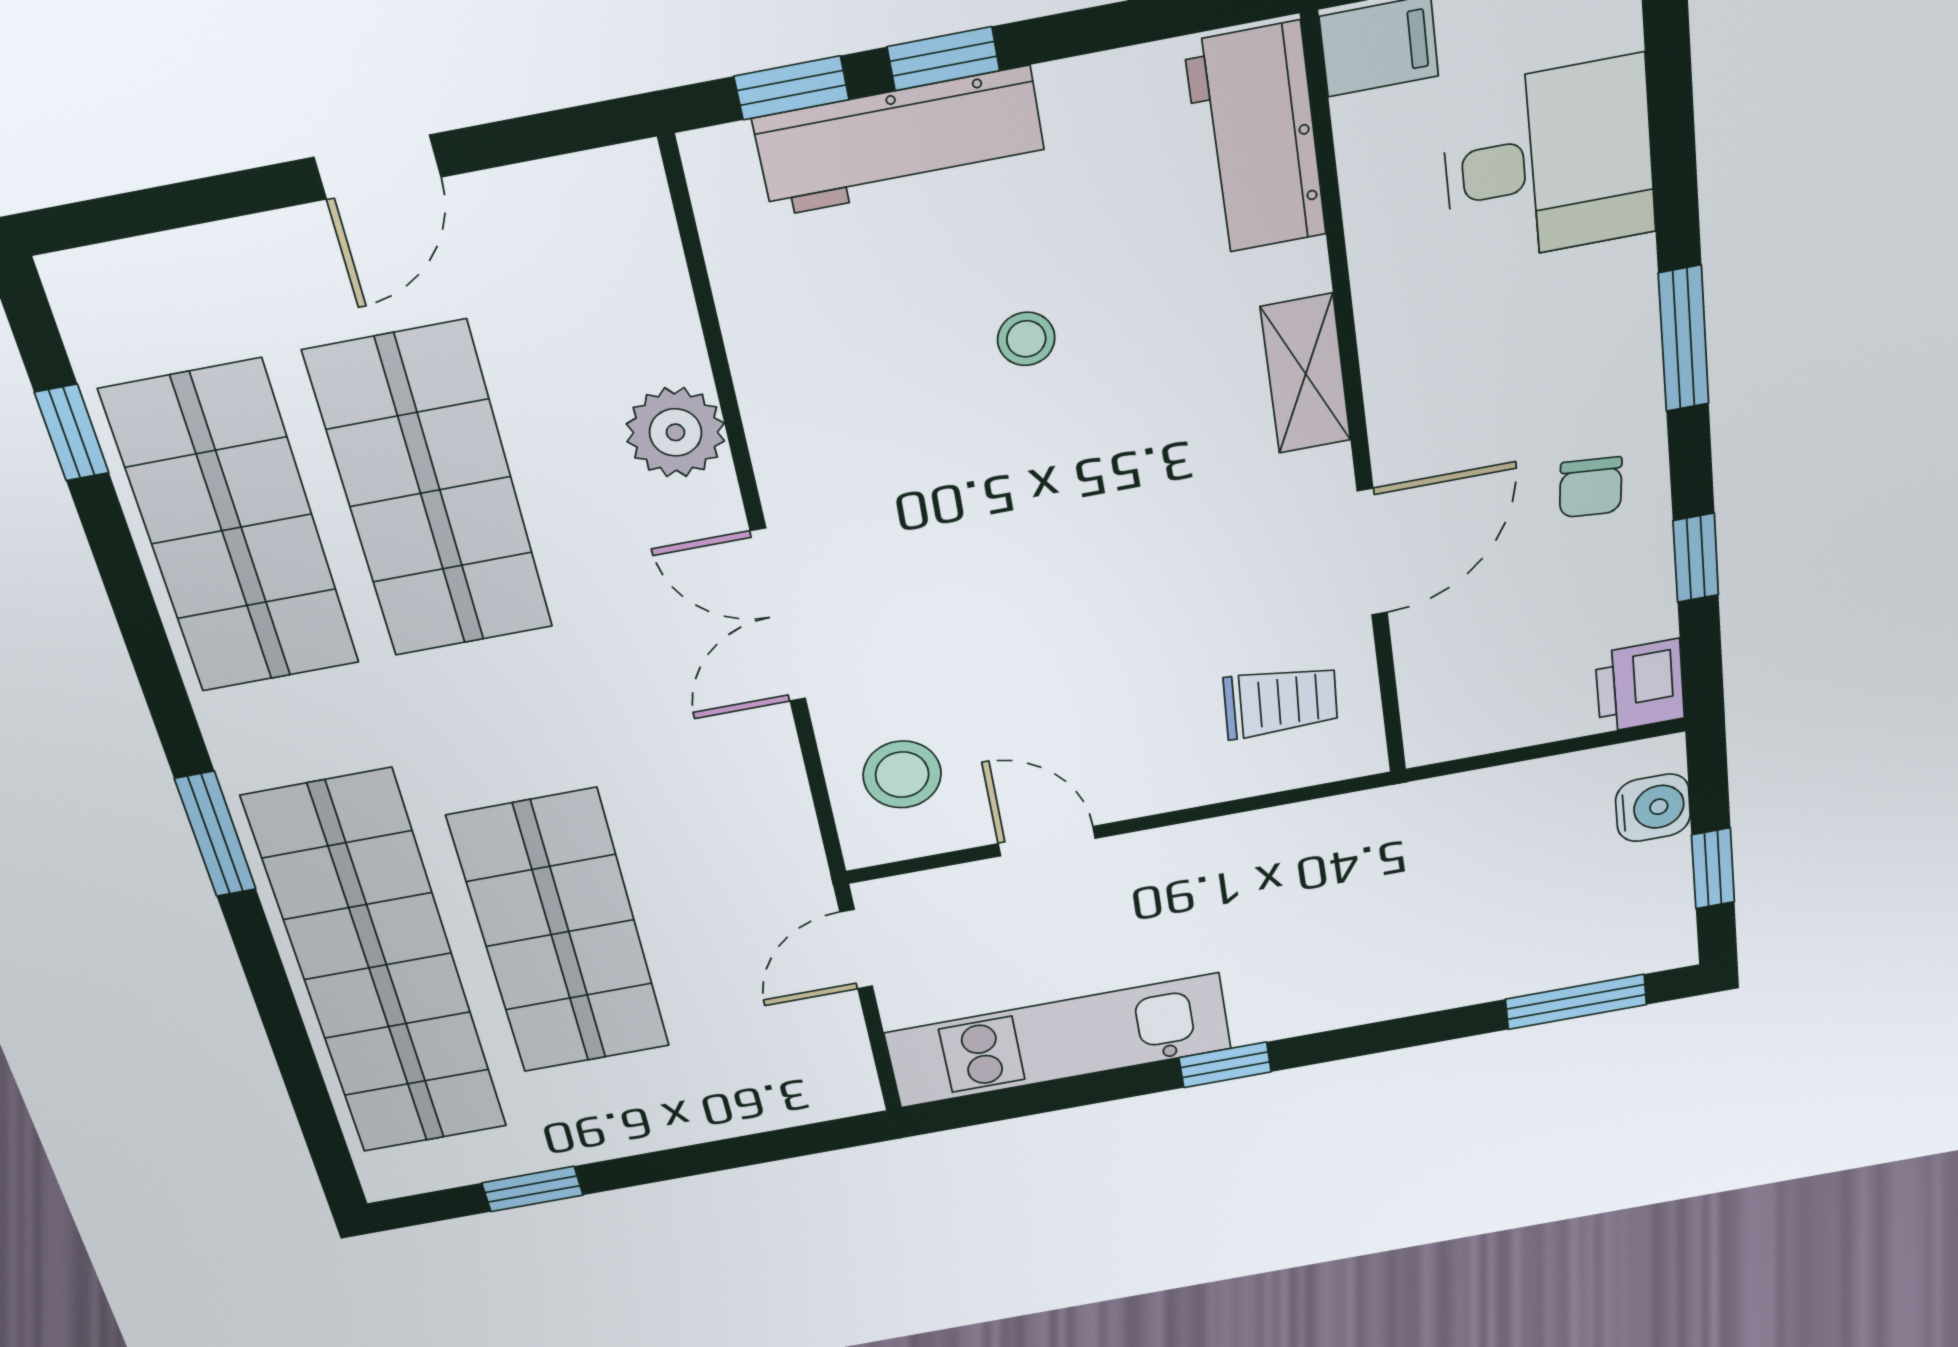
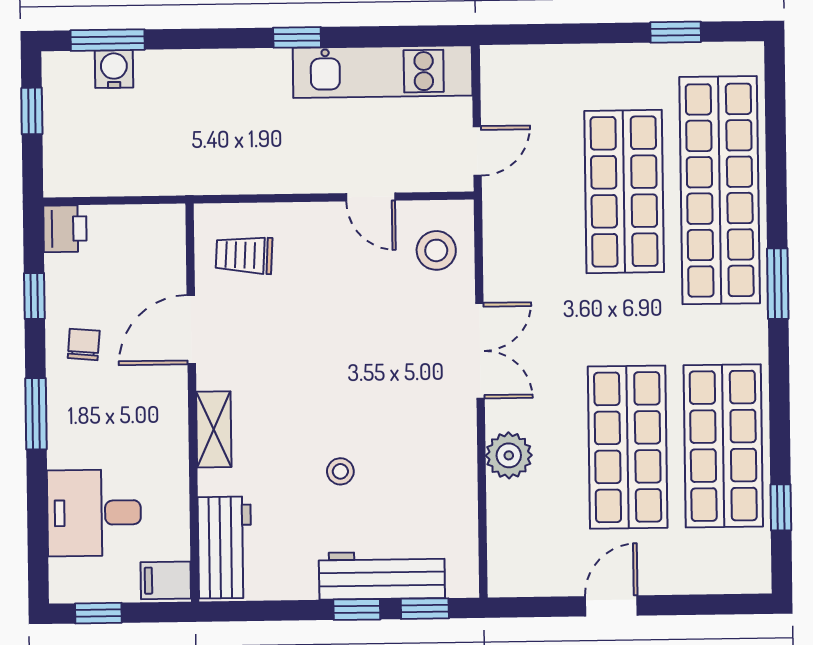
water cooler: (1653, 808) -> (114, 69), moved, turned 90

